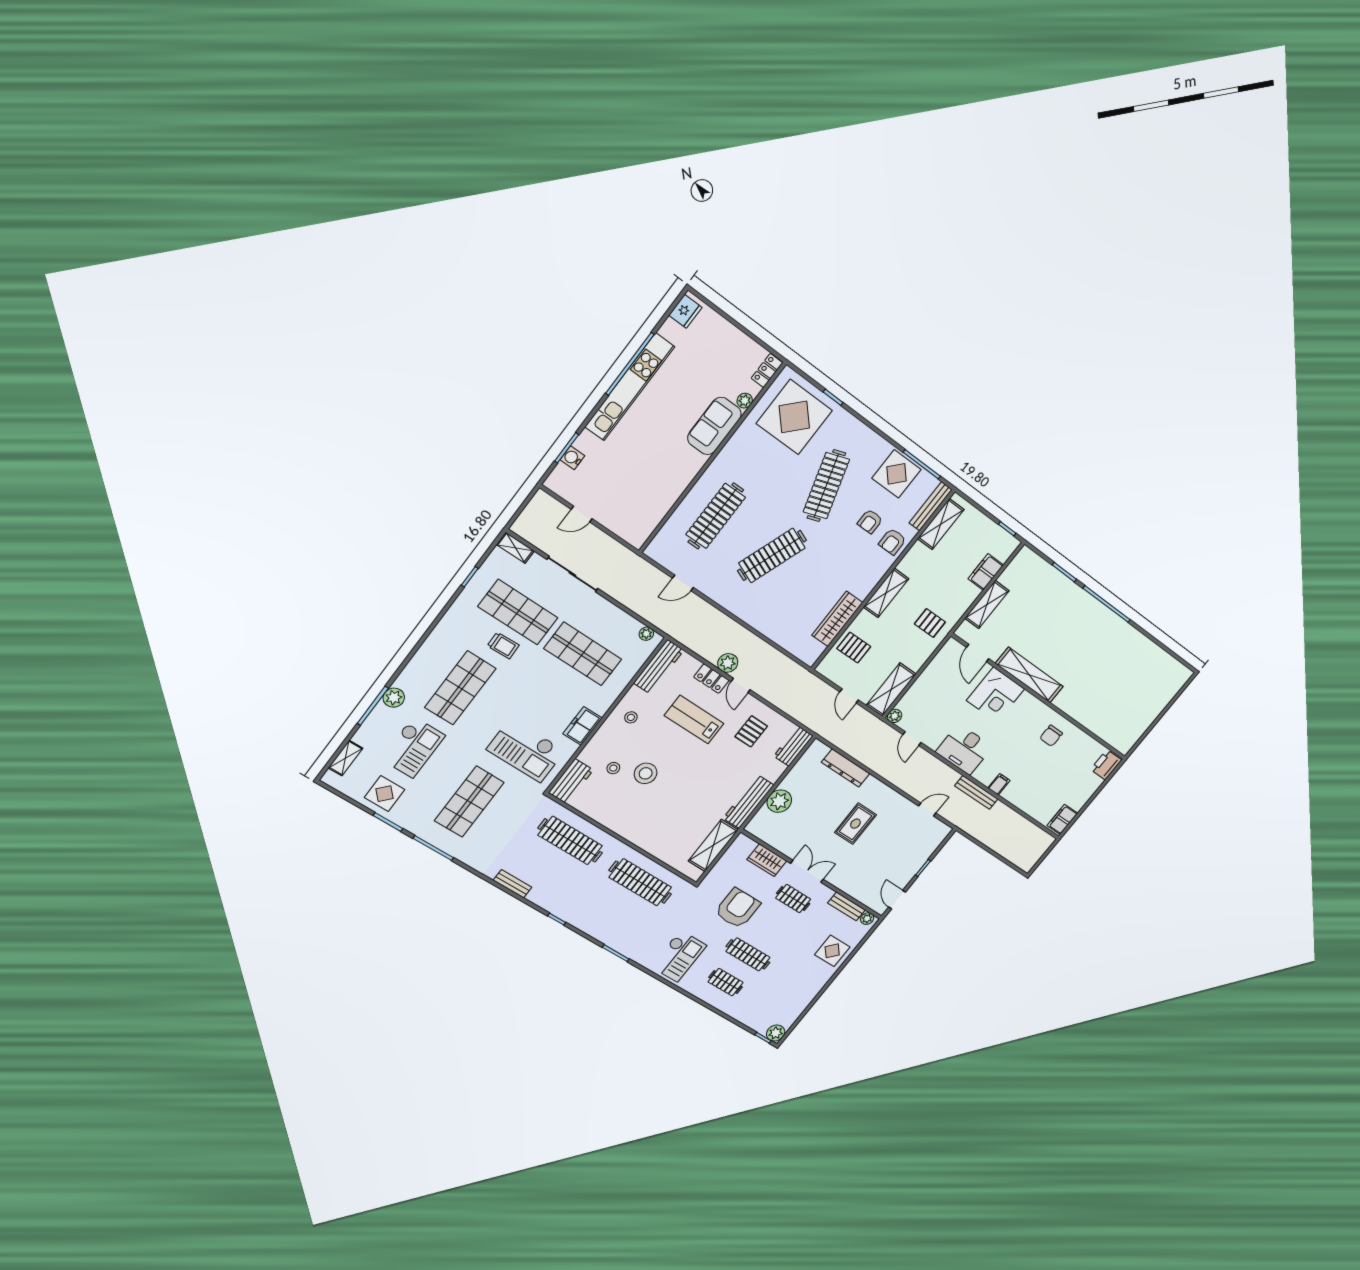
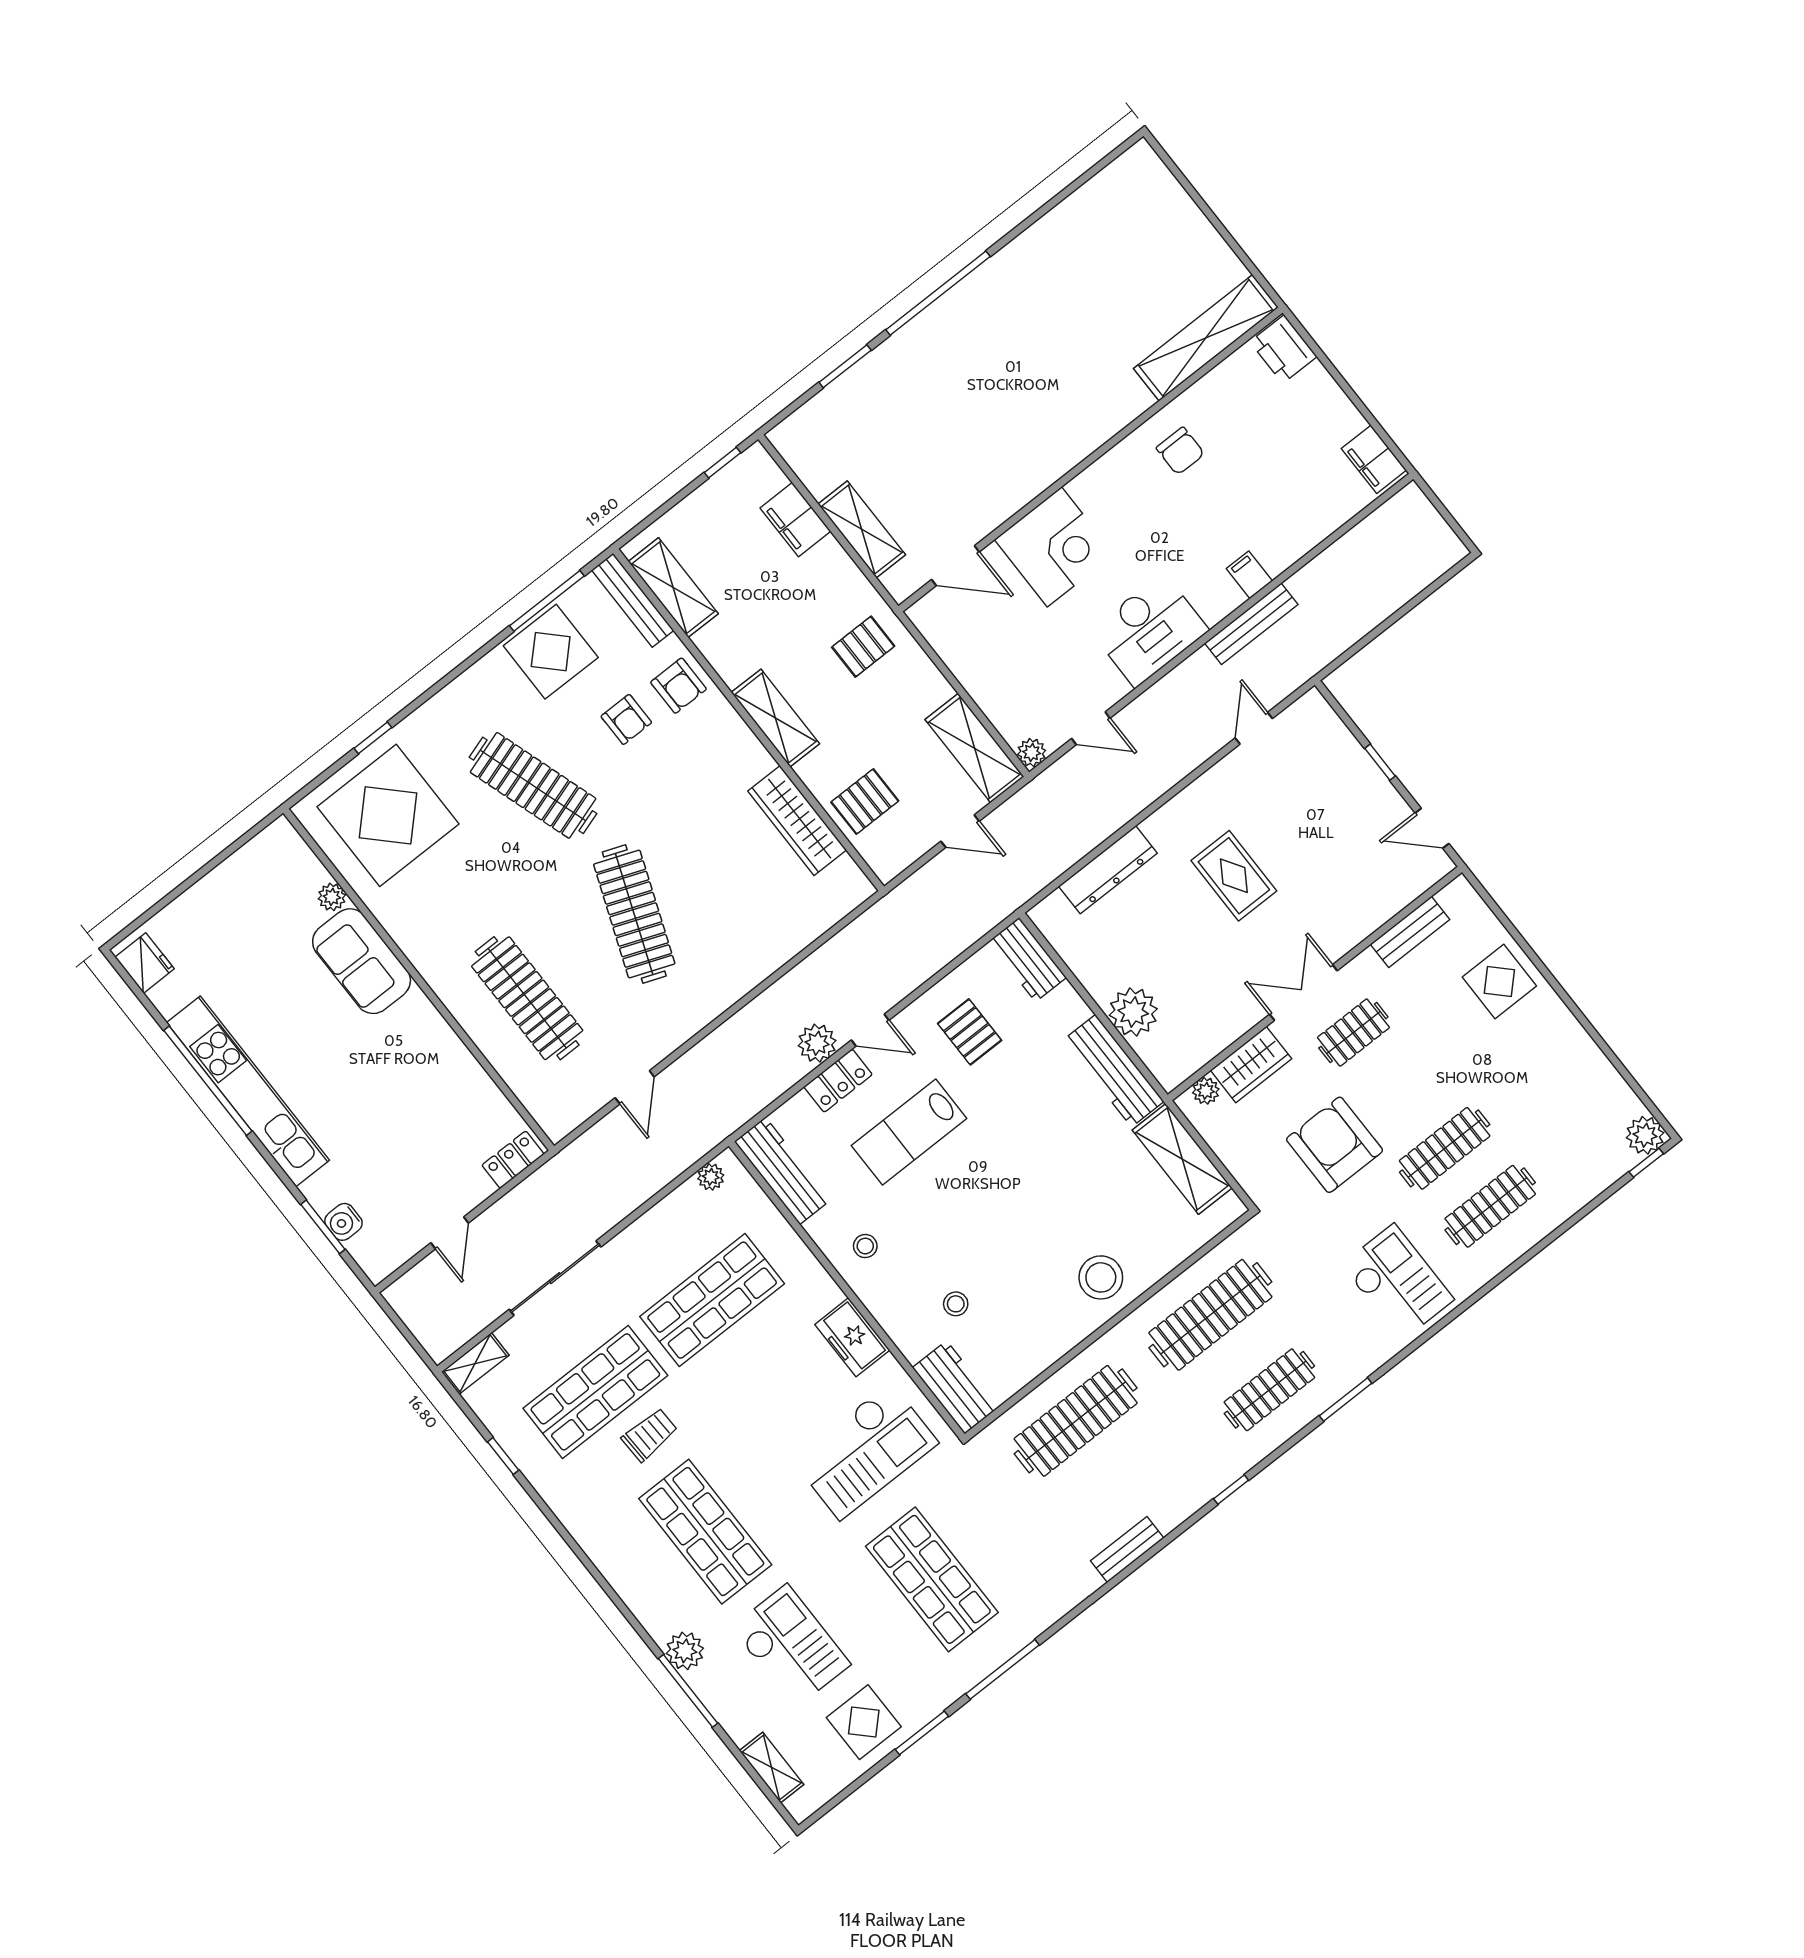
locker: (767, 371) -> (513, 1160), moved, turned 90
shelving: (1029, 675) -> (1206, 338), moved
stool: (646, 773) -> (1101, 1277), moved
clothes rail: (611, 919) -> (1269, 1390), added
plant: (867, 919) -> (1206, 1091), moved
clothes rail: (726, 982) -> (1490, 1206), width x1.36

